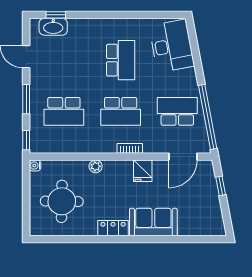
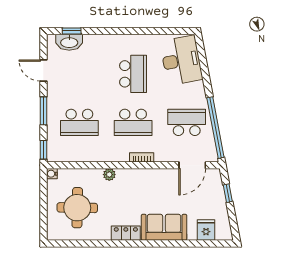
fridge: (143, 171) -> (206, 230), moved, turned 180

